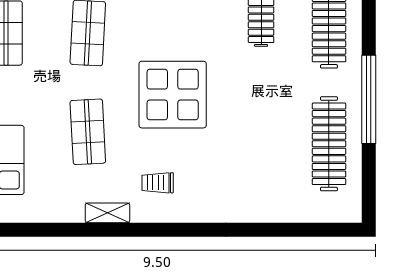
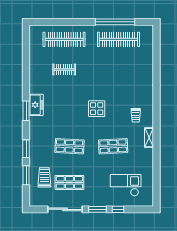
display table: (173, 95) -> (97, 109), width x0.54, depth x0.54
window: (369, 99) -> (115, 22), moved

